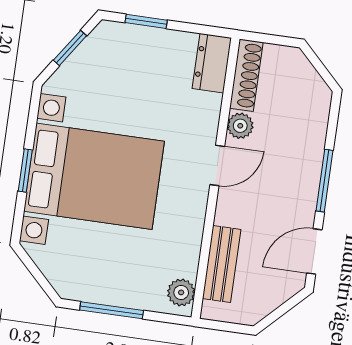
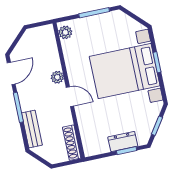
dresser: (212, 63) -> (123, 142), moved, turned -90
plant: (240, 126) -> (57, 77), moved
door: (217, 165) -> (70, 97), swing flipped
bench: (222, 264) -> (32, 129), moved

